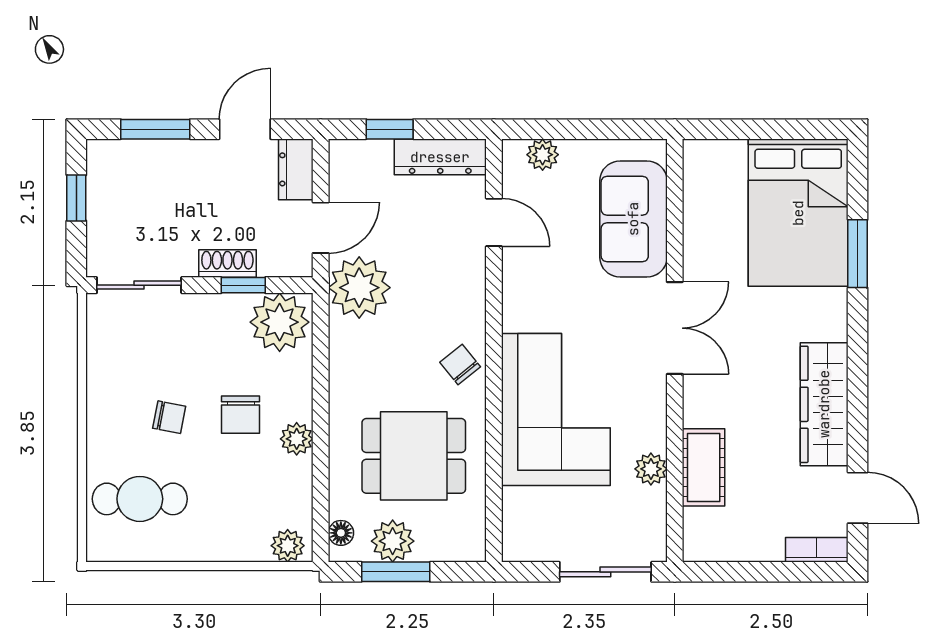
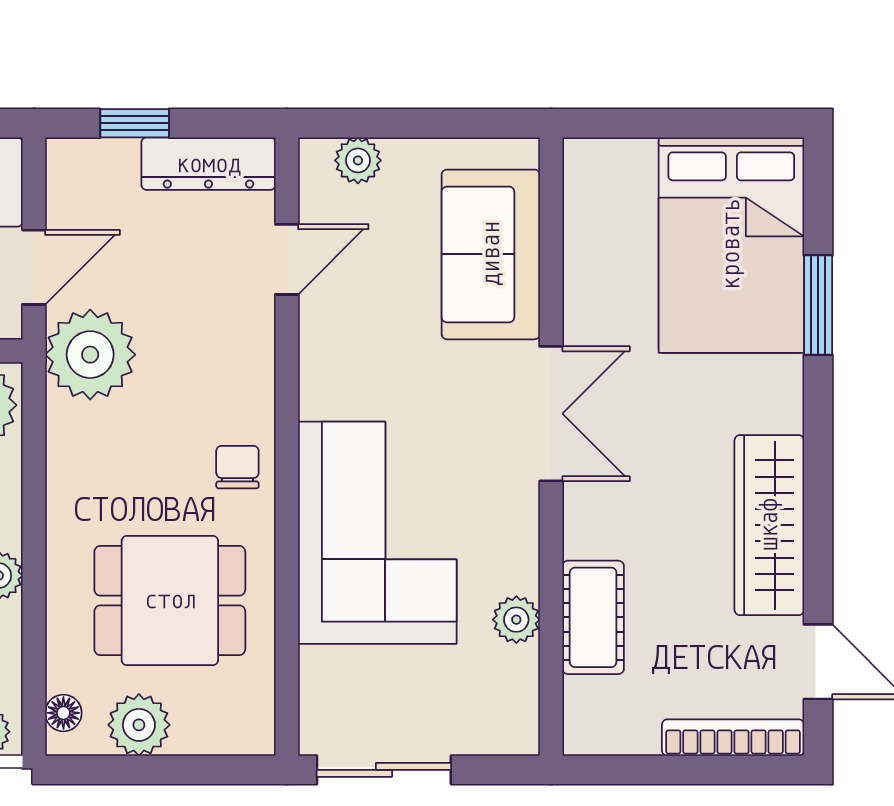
door: (494, 222) -> (287, 259), hinge flipped
chair: (460, 365) -> (237, 467), turned 39
bookcase: (817, 550) -> (733, 738), width x1.56
window: (396, 572) -> (143, 770), removed
sliding door: (605, 572) -> (384, 770), moved

